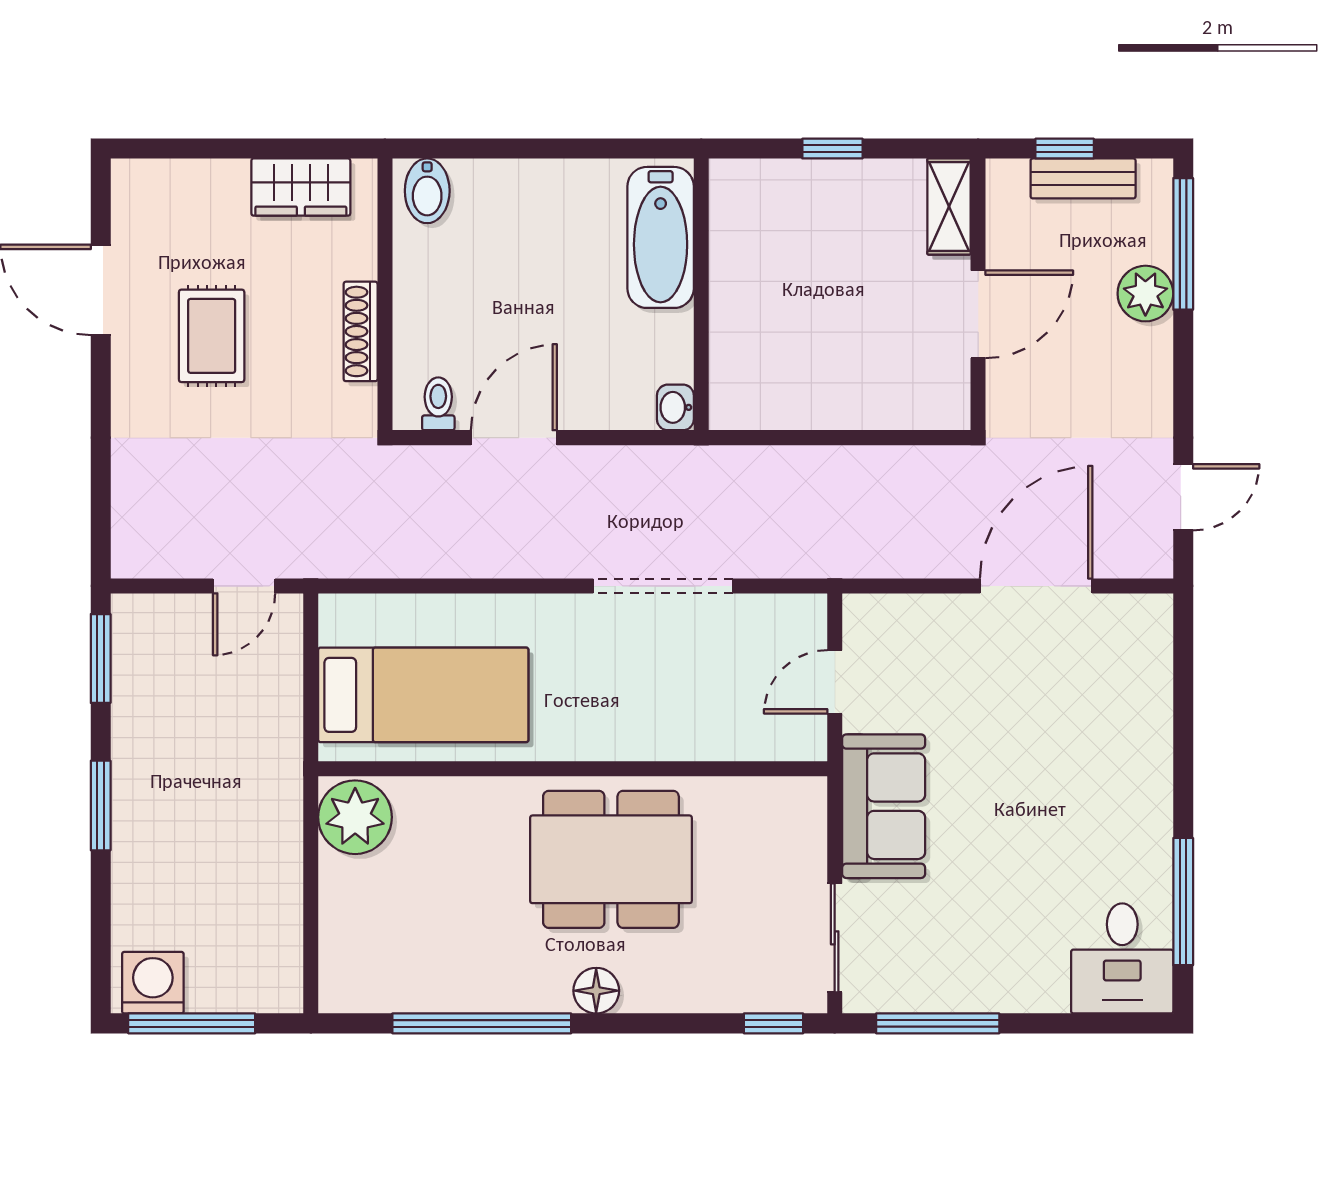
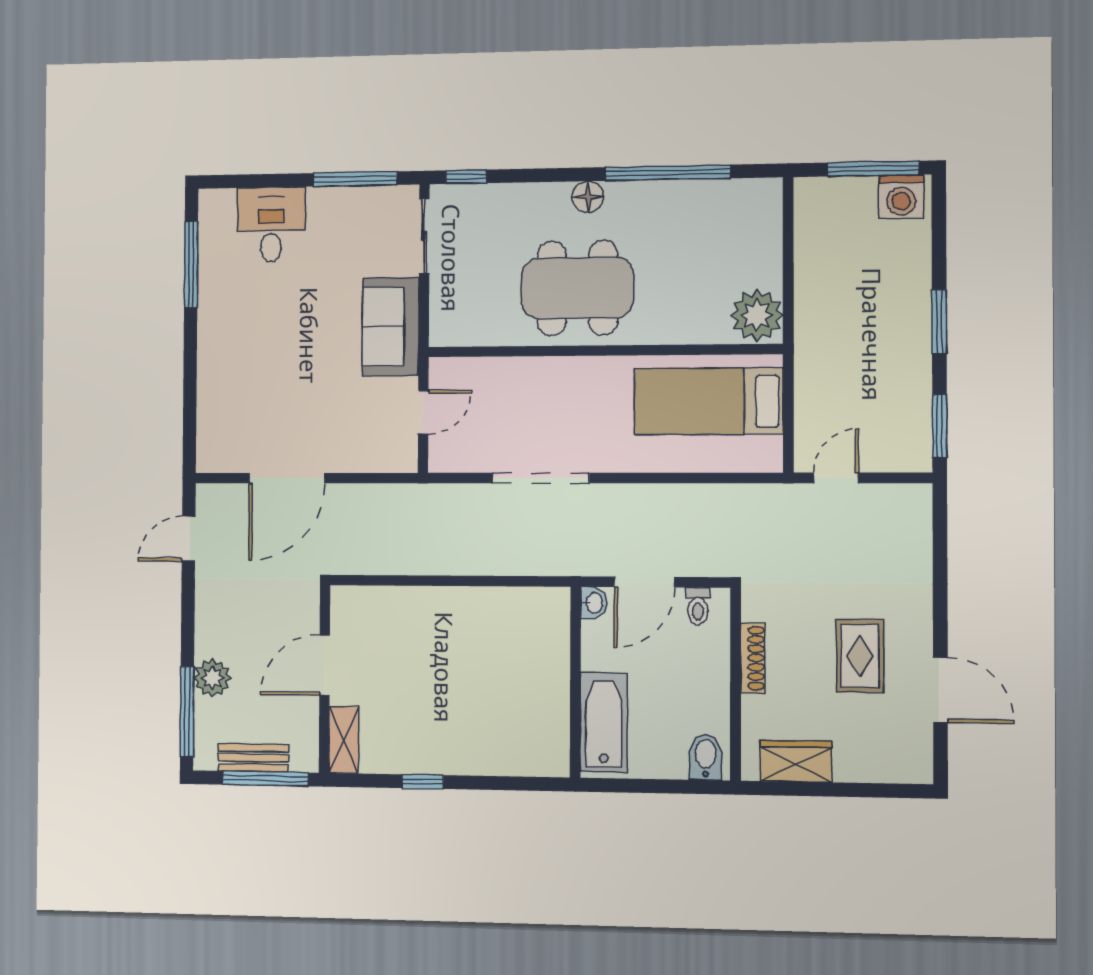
window: (1065, 149) -> (265, 779), width x2.17
bathtub: (661, 237) -> (604, 722), moved
wall: (701, 294) -> (575, 682), moved
washbasin: (675, 407) -> (594, 603), moved
desk: (1122, 958) -> (271, 225), moved

